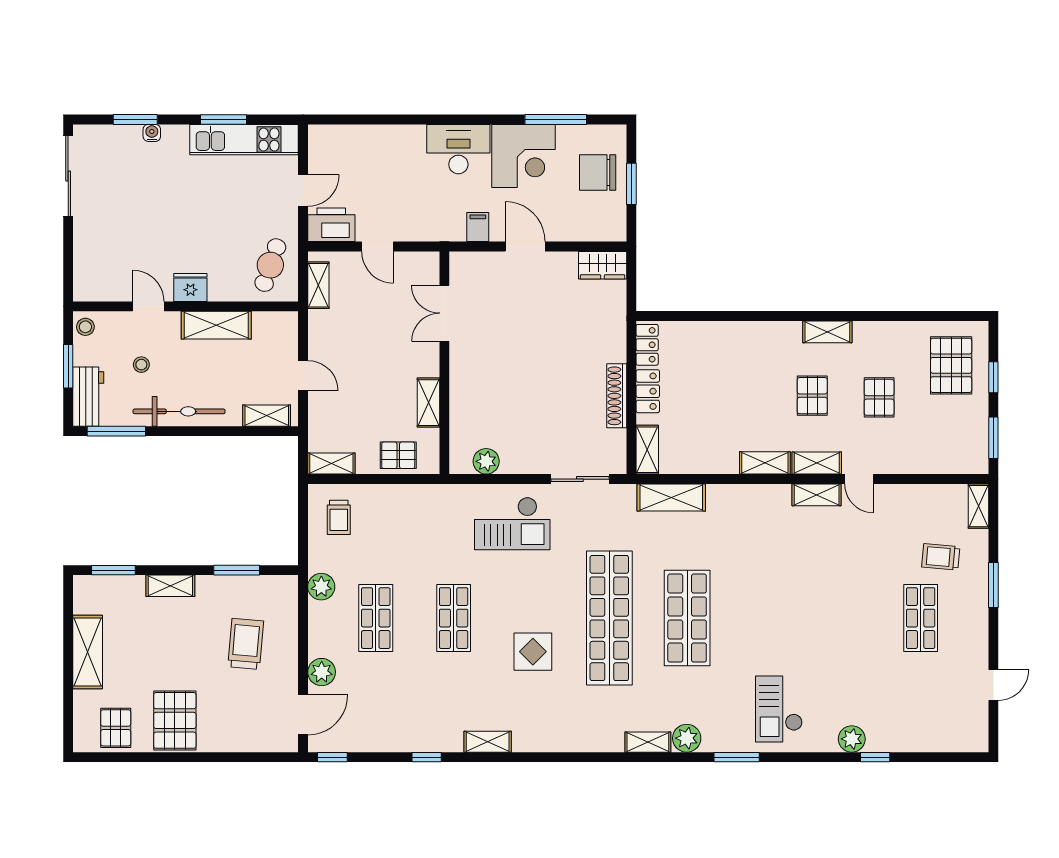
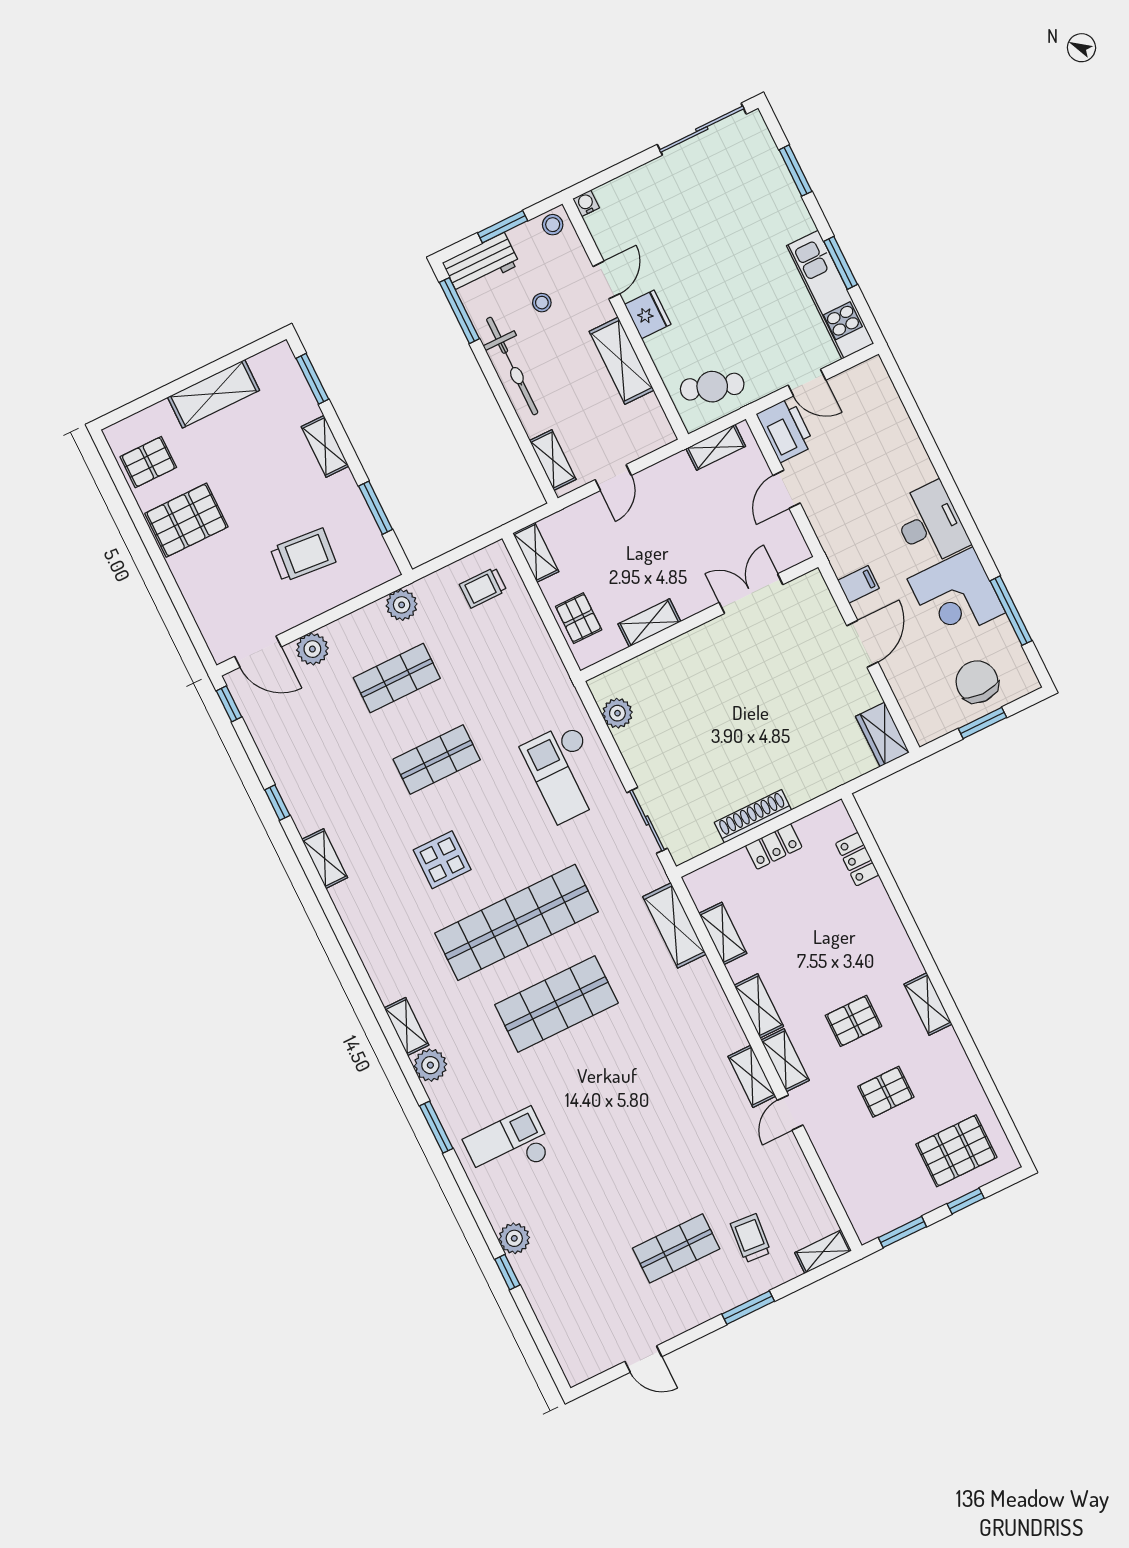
water cooler: (152, 133) -> (586, 203), moved, turned -90
locker: (647, 345) -> (857, 859), moved, turned 90
shelving: (647, 450) -> (723, 933), moved, turned 90

